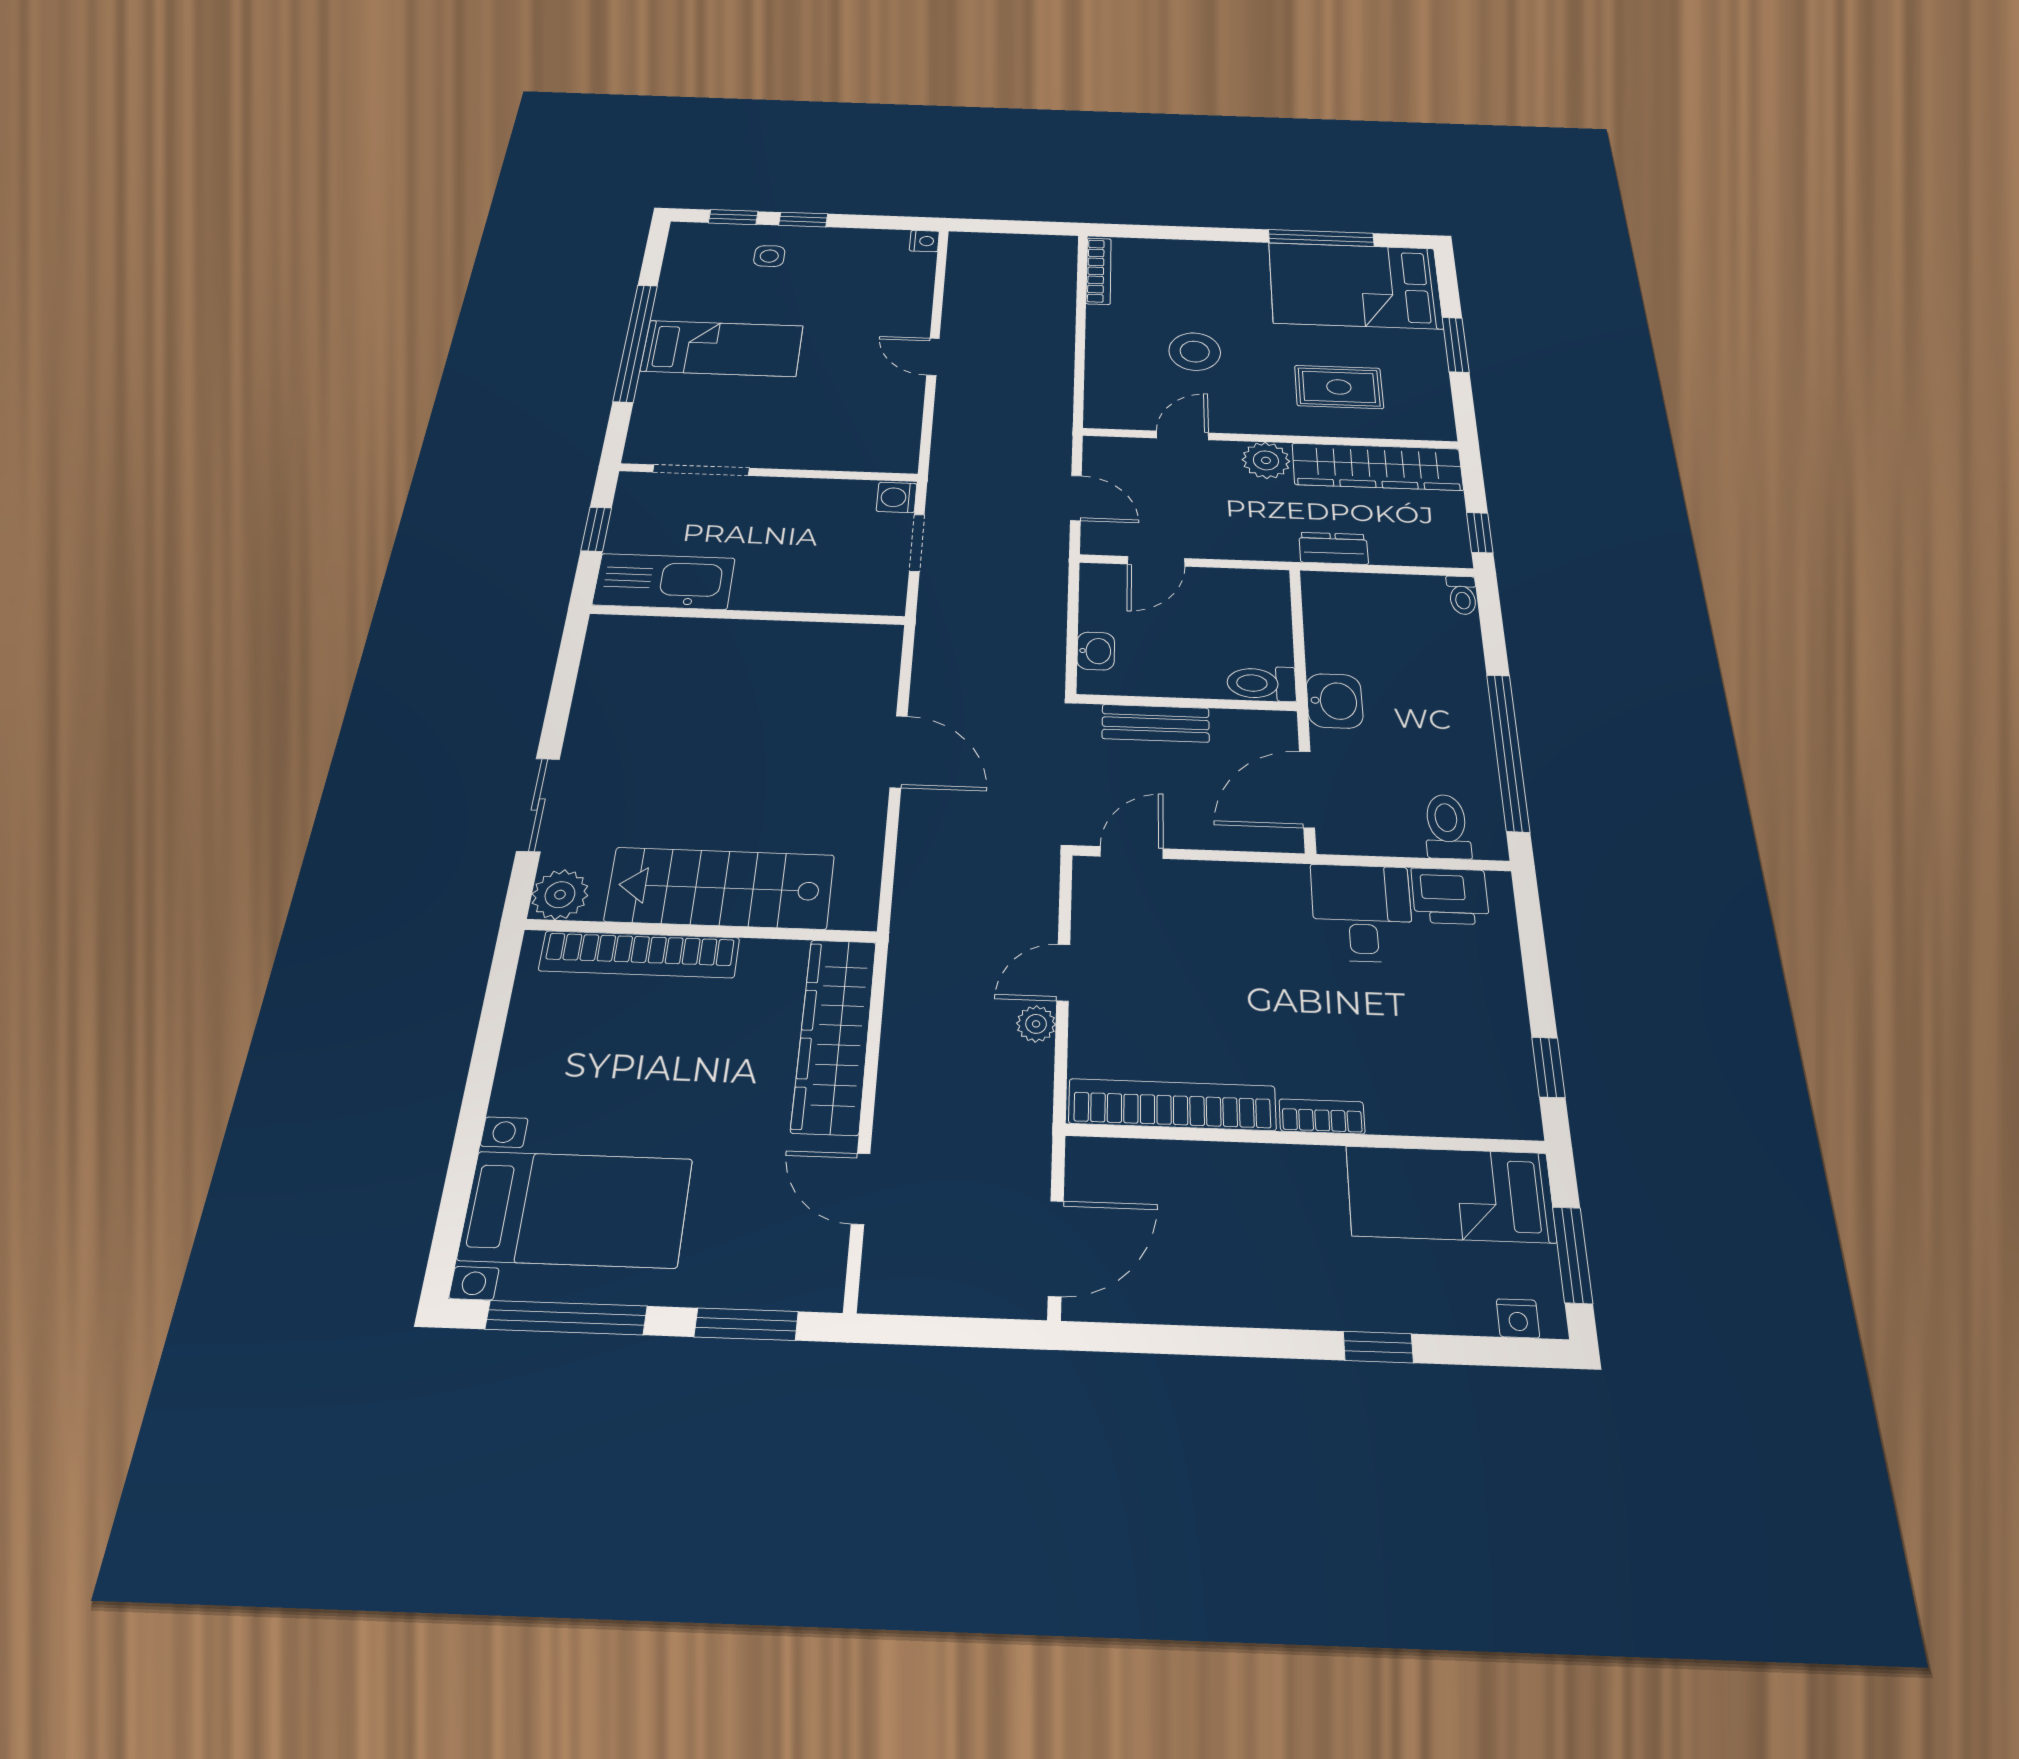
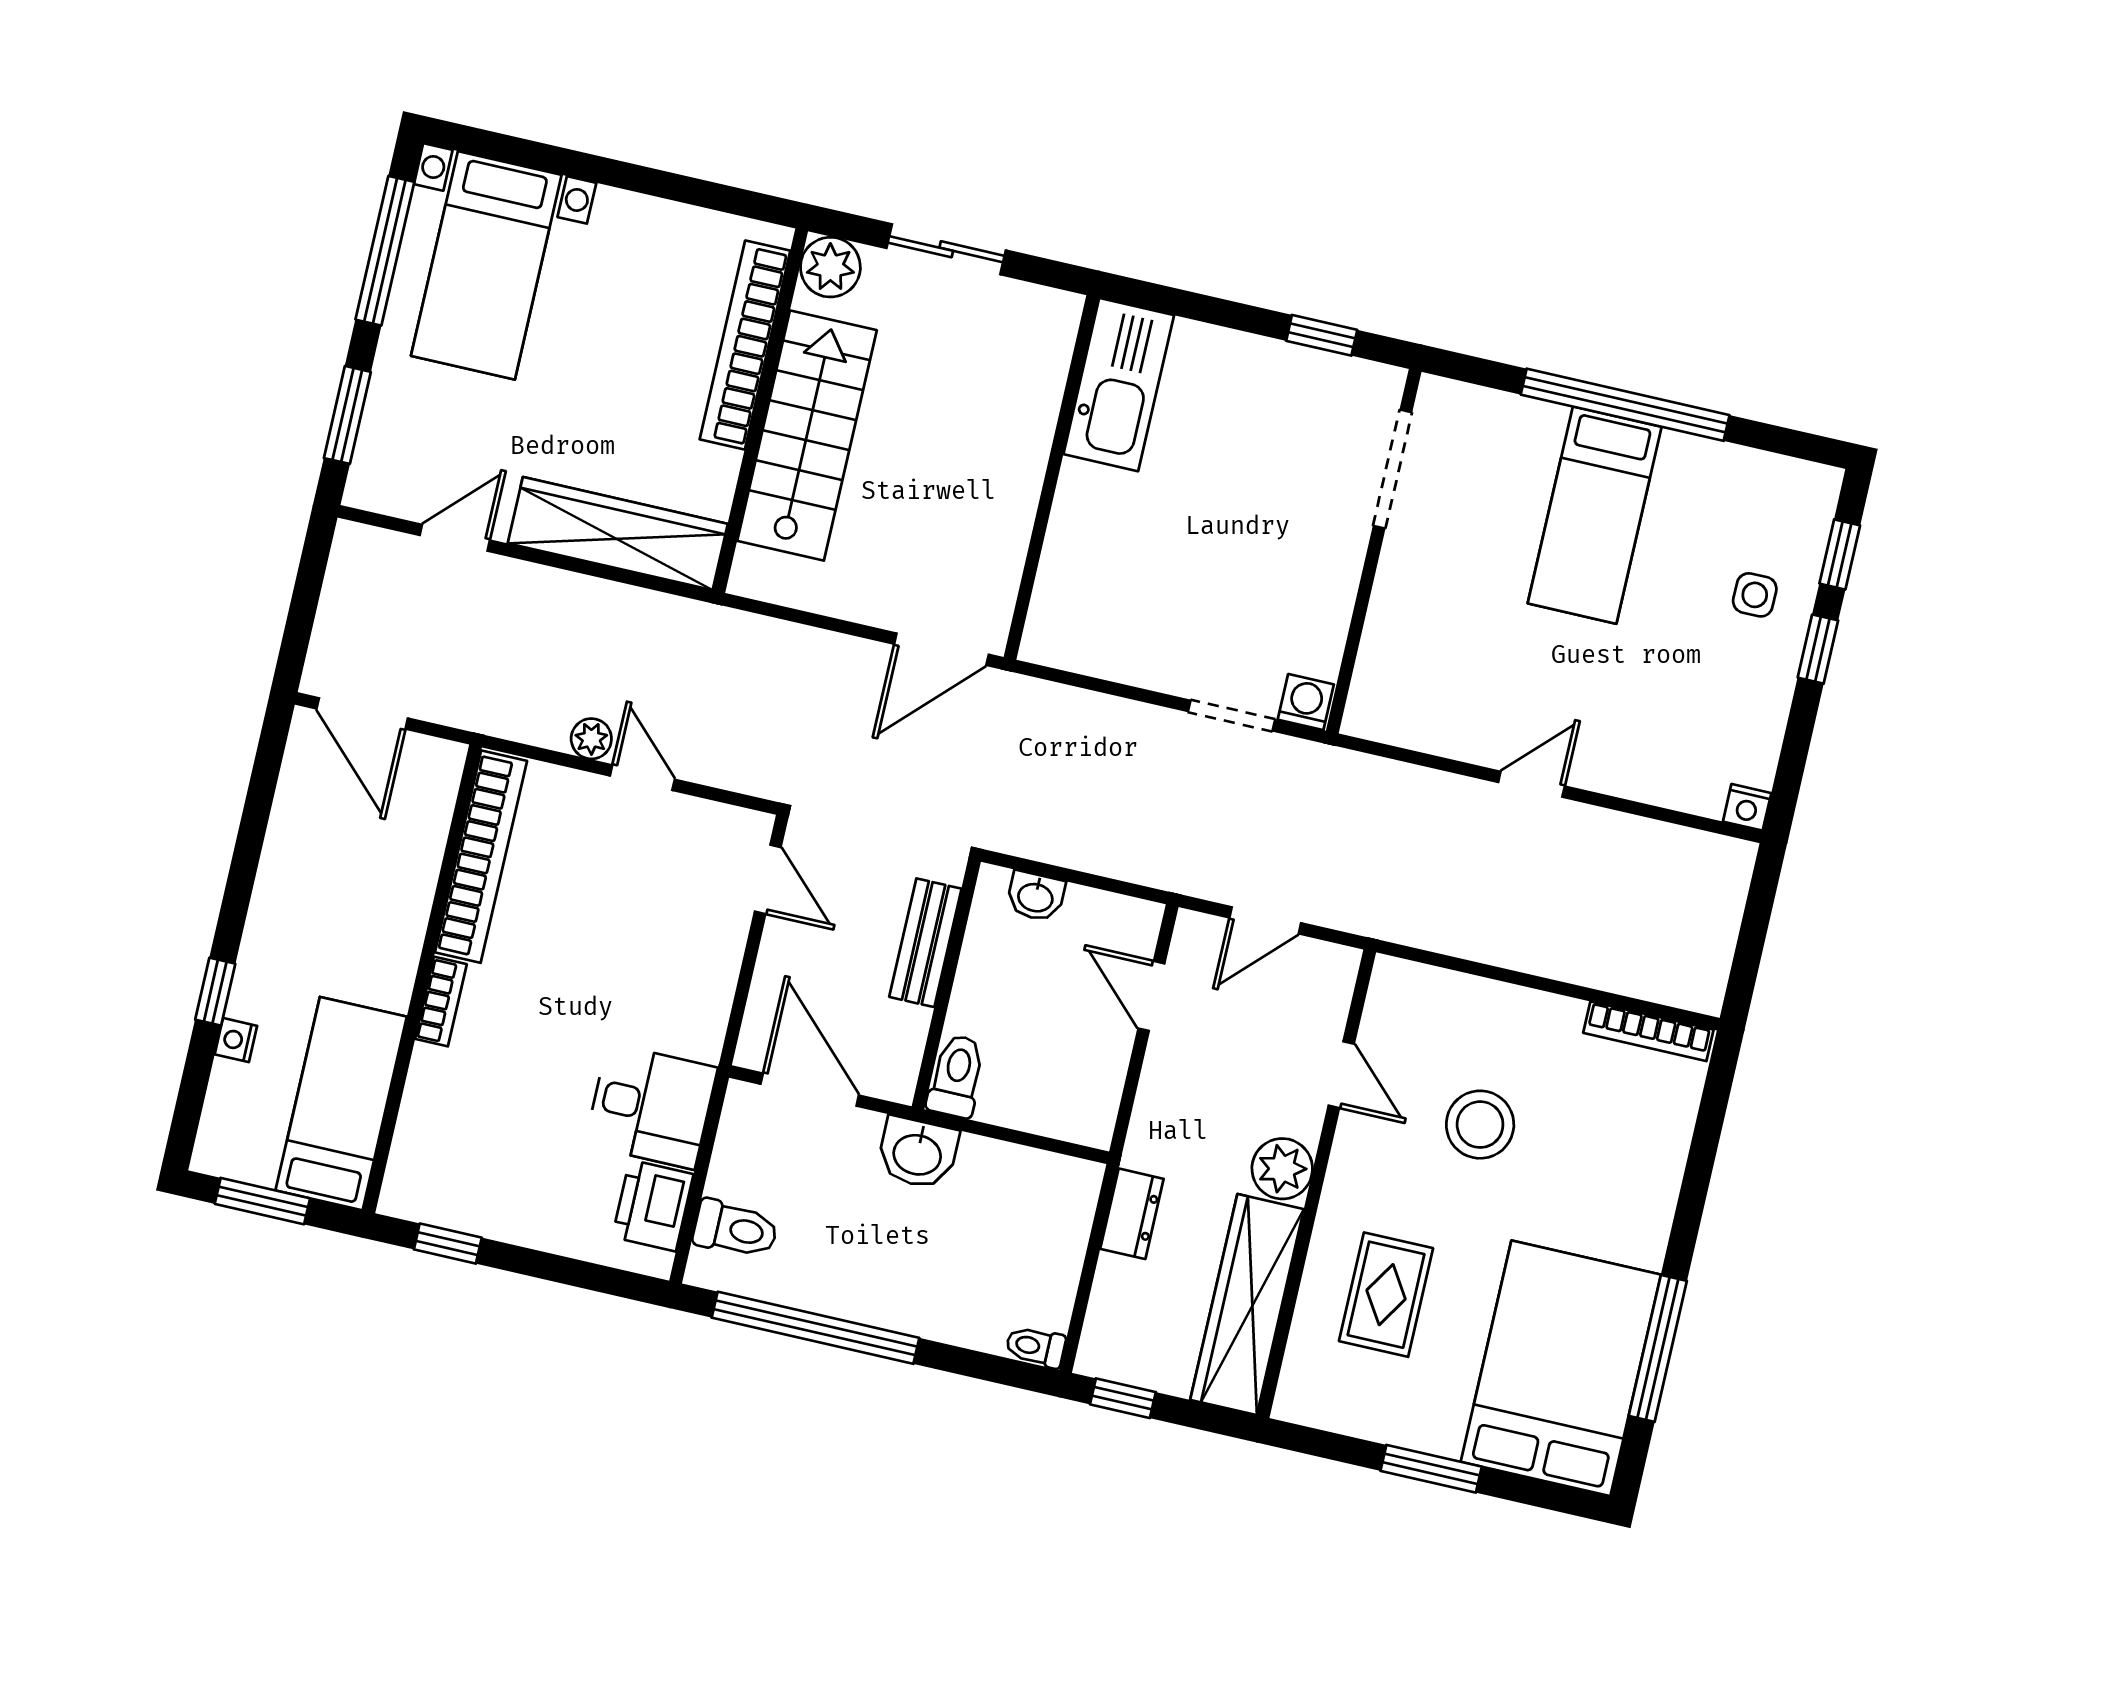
kitchen sink: (664, 581) -> (1119, 385), moved
wall: (748, 615) -> (1051, 477), moved
nightstand: (1518, 1318) -> (236, 1040), moved

